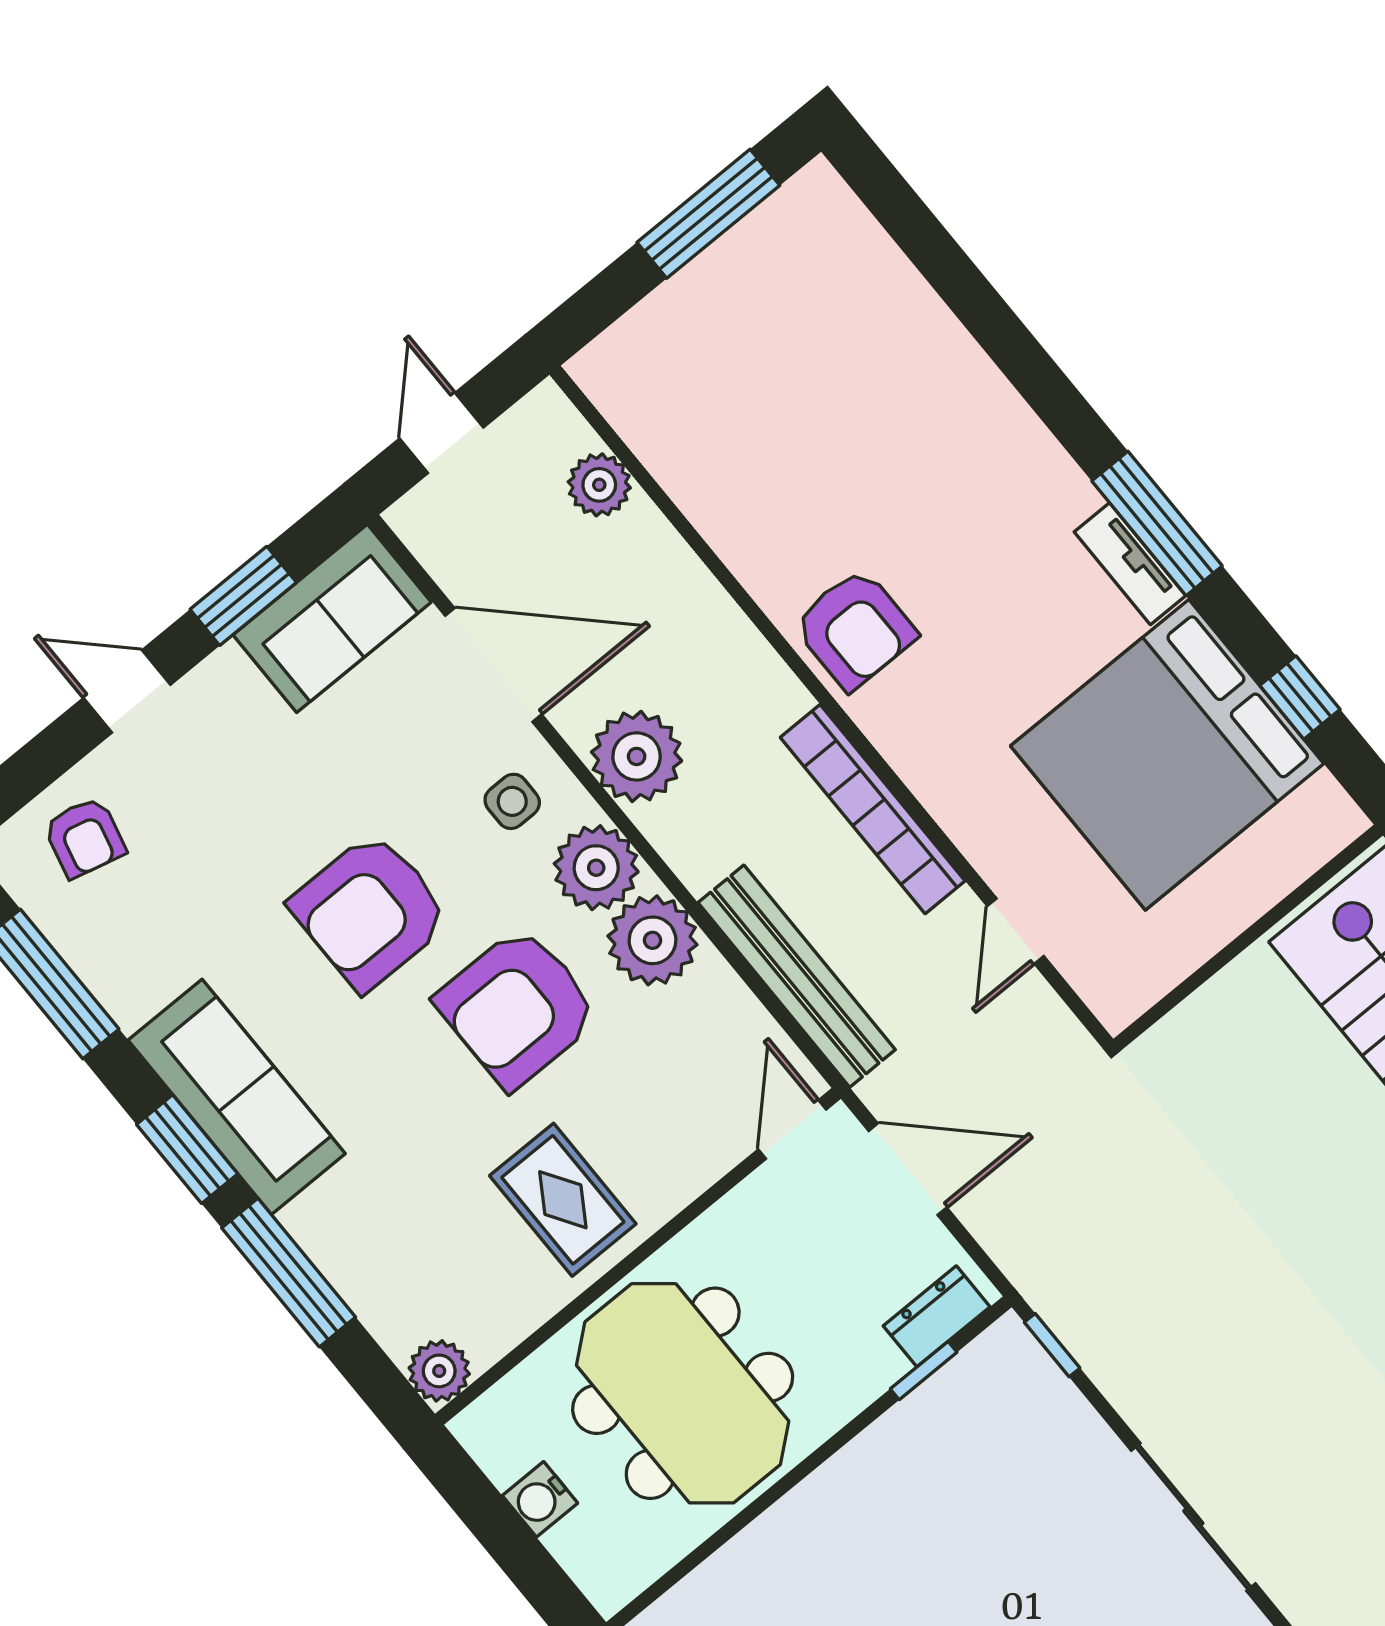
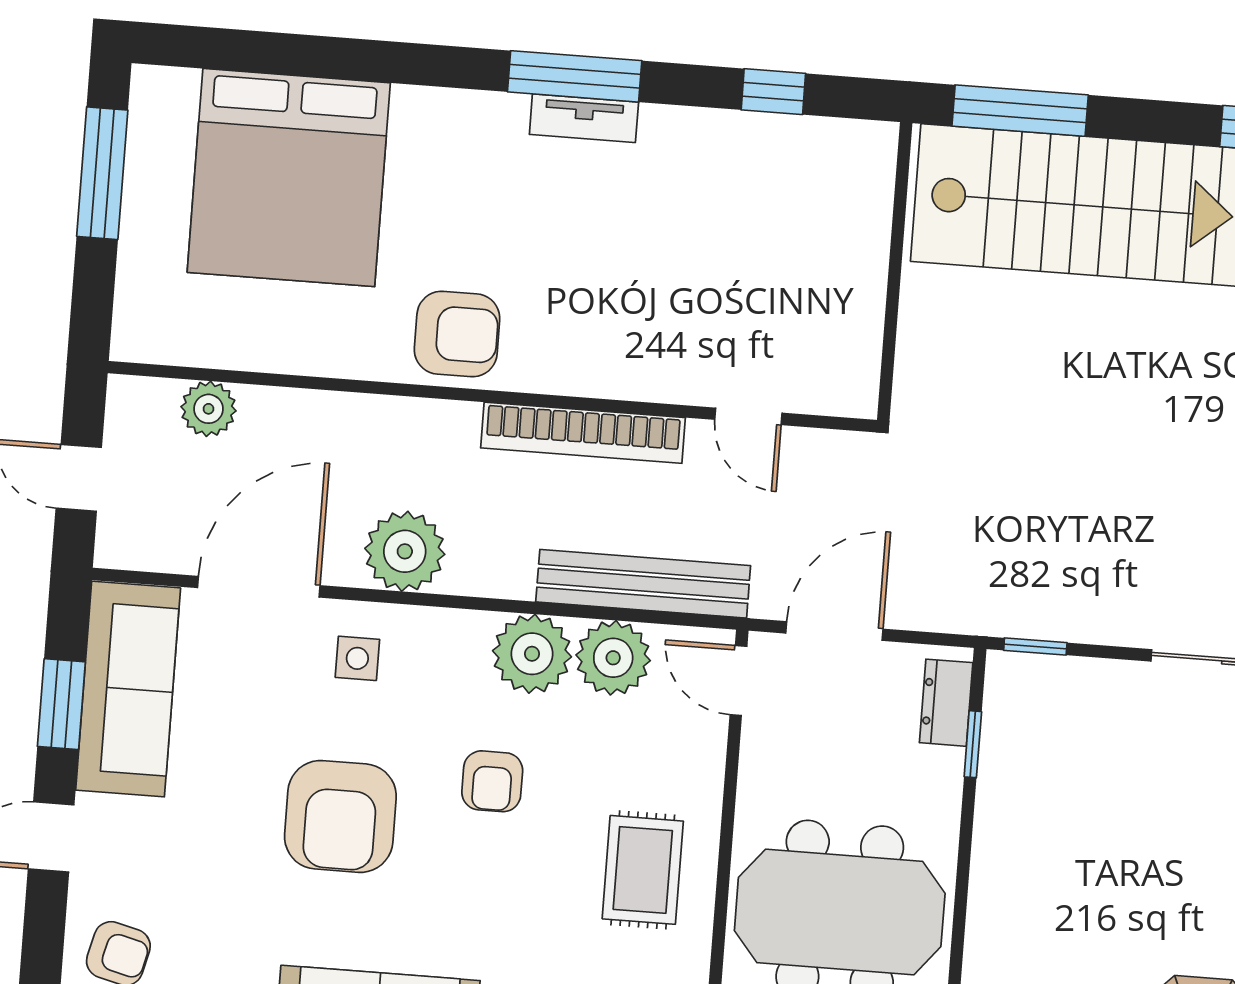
sofa: (332, 618) -> (128, 689), width x1.36
bed: (1167, 755) -> (289, 178), moved
plant: (596, 868) -> (613, 658), moved
armchair: (517, 1008) -> (492, 781), width x0.53, depth x0.53
rug: (563, 1200) -> (643, 870), turned 90

